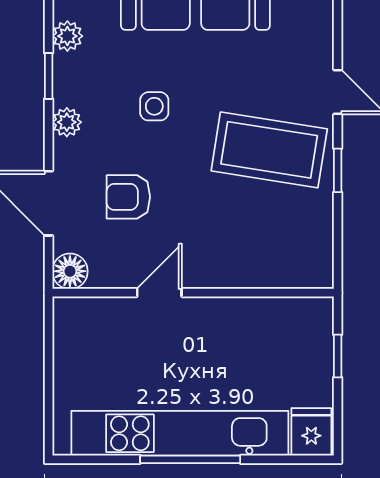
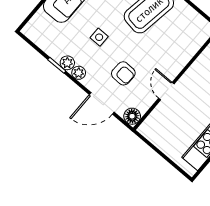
plant: (67, 36) -> (67, 63), moved
armchair: (128, 197) -> (123, 73), turned -88

